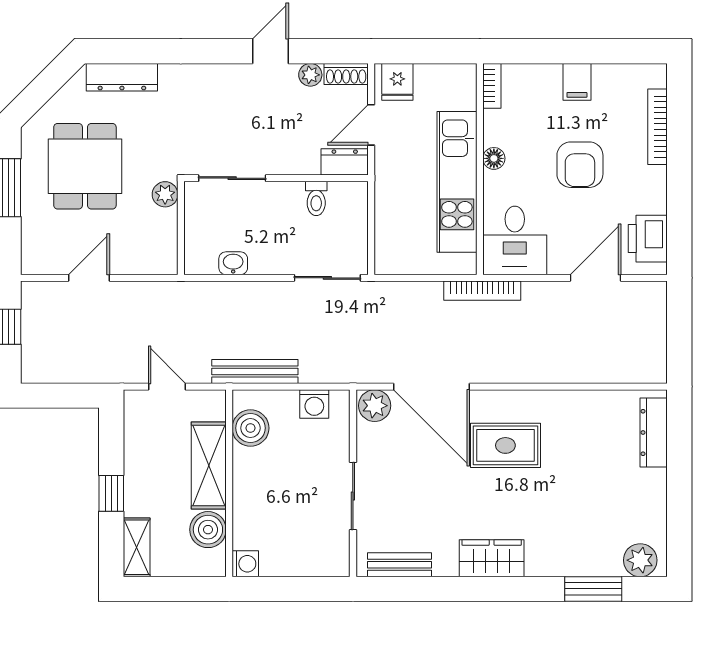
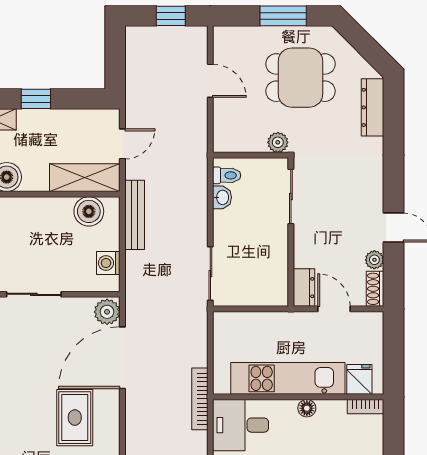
fridge: (397, 82) -> (359, 379), moved, turned 90
toilet: (316, 198) -> (227, 175), moved, turned 180
shelving: (209, 466) -> (85, 178), moved

